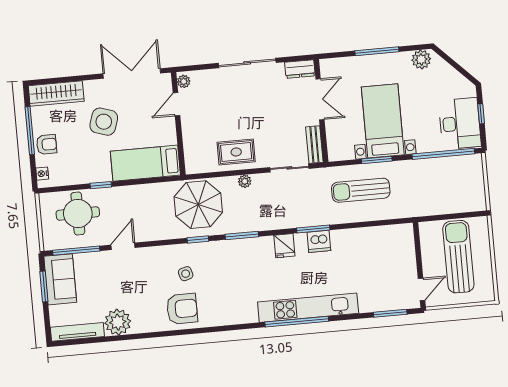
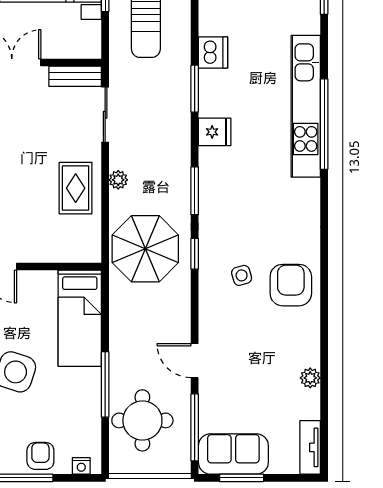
window: (101, 185) -> (105, 384), width x2.17
dishwasher: (319, 241) -> (213, 52), moved
plant: (118, 322) -> (310, 378), width x0.53, depth x0.53
tv unit: (77, 332) -> (310, 447), width x0.71

